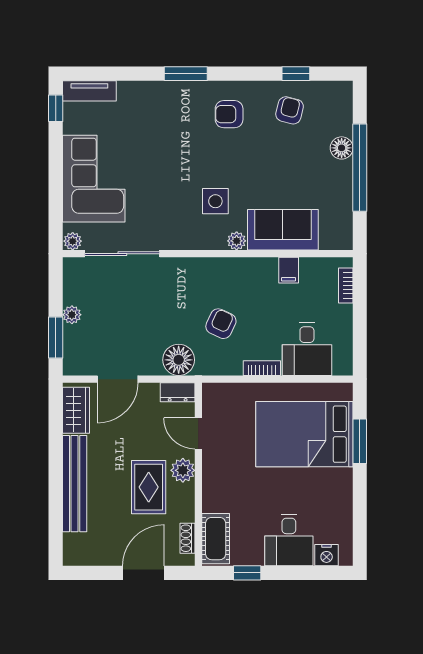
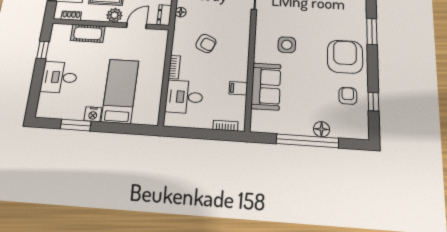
armchair: (290, 110) -> (348, 96), turned -104
armchair: (229, 114) -> (345, 57), width x1.88, depth x1.88
plant: (237, 241) -> (260, 56), removed
floor lamp: (179, 360) -> (181, 12), width x0.53, depth x0.53
bed: (304, 434) -> (120, 91), width x0.67
window: (360, 441) -> (76, 125), moved
cot: (216, 539) -> (88, 33), moved
nightstand: (327, 555) -> (93, 114), moved, turned -90

